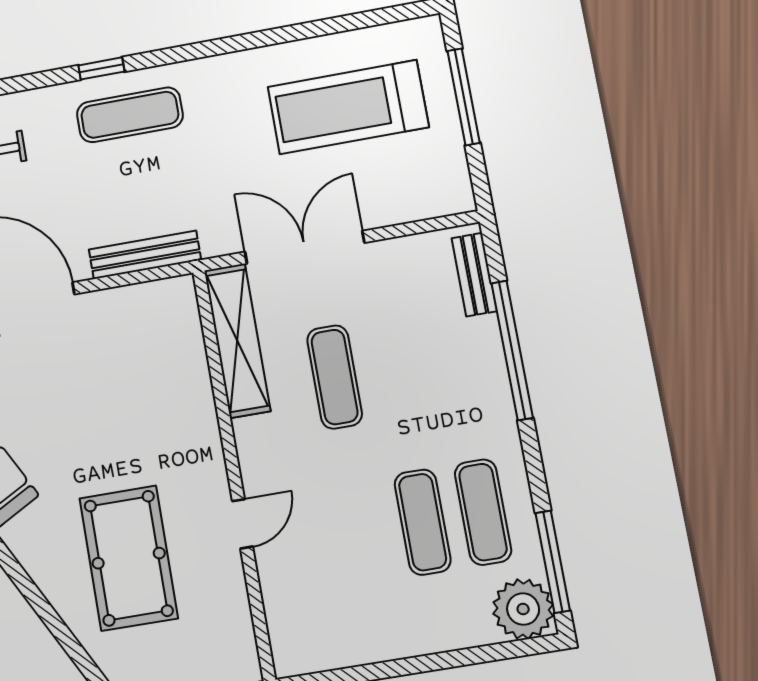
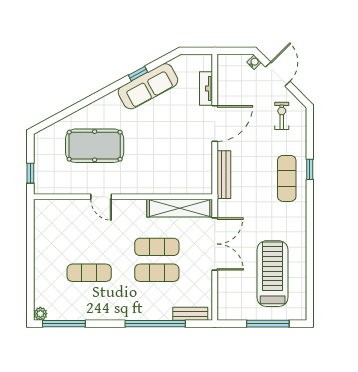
exercise mat: (483, 512) -> (157, 273), moved
plant: (523, 609) -> (40, 314), width x0.53, depth x0.53

